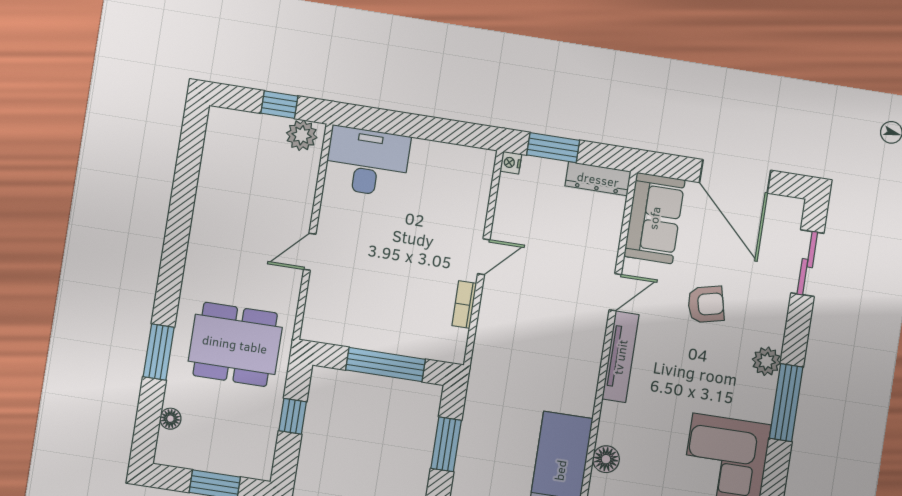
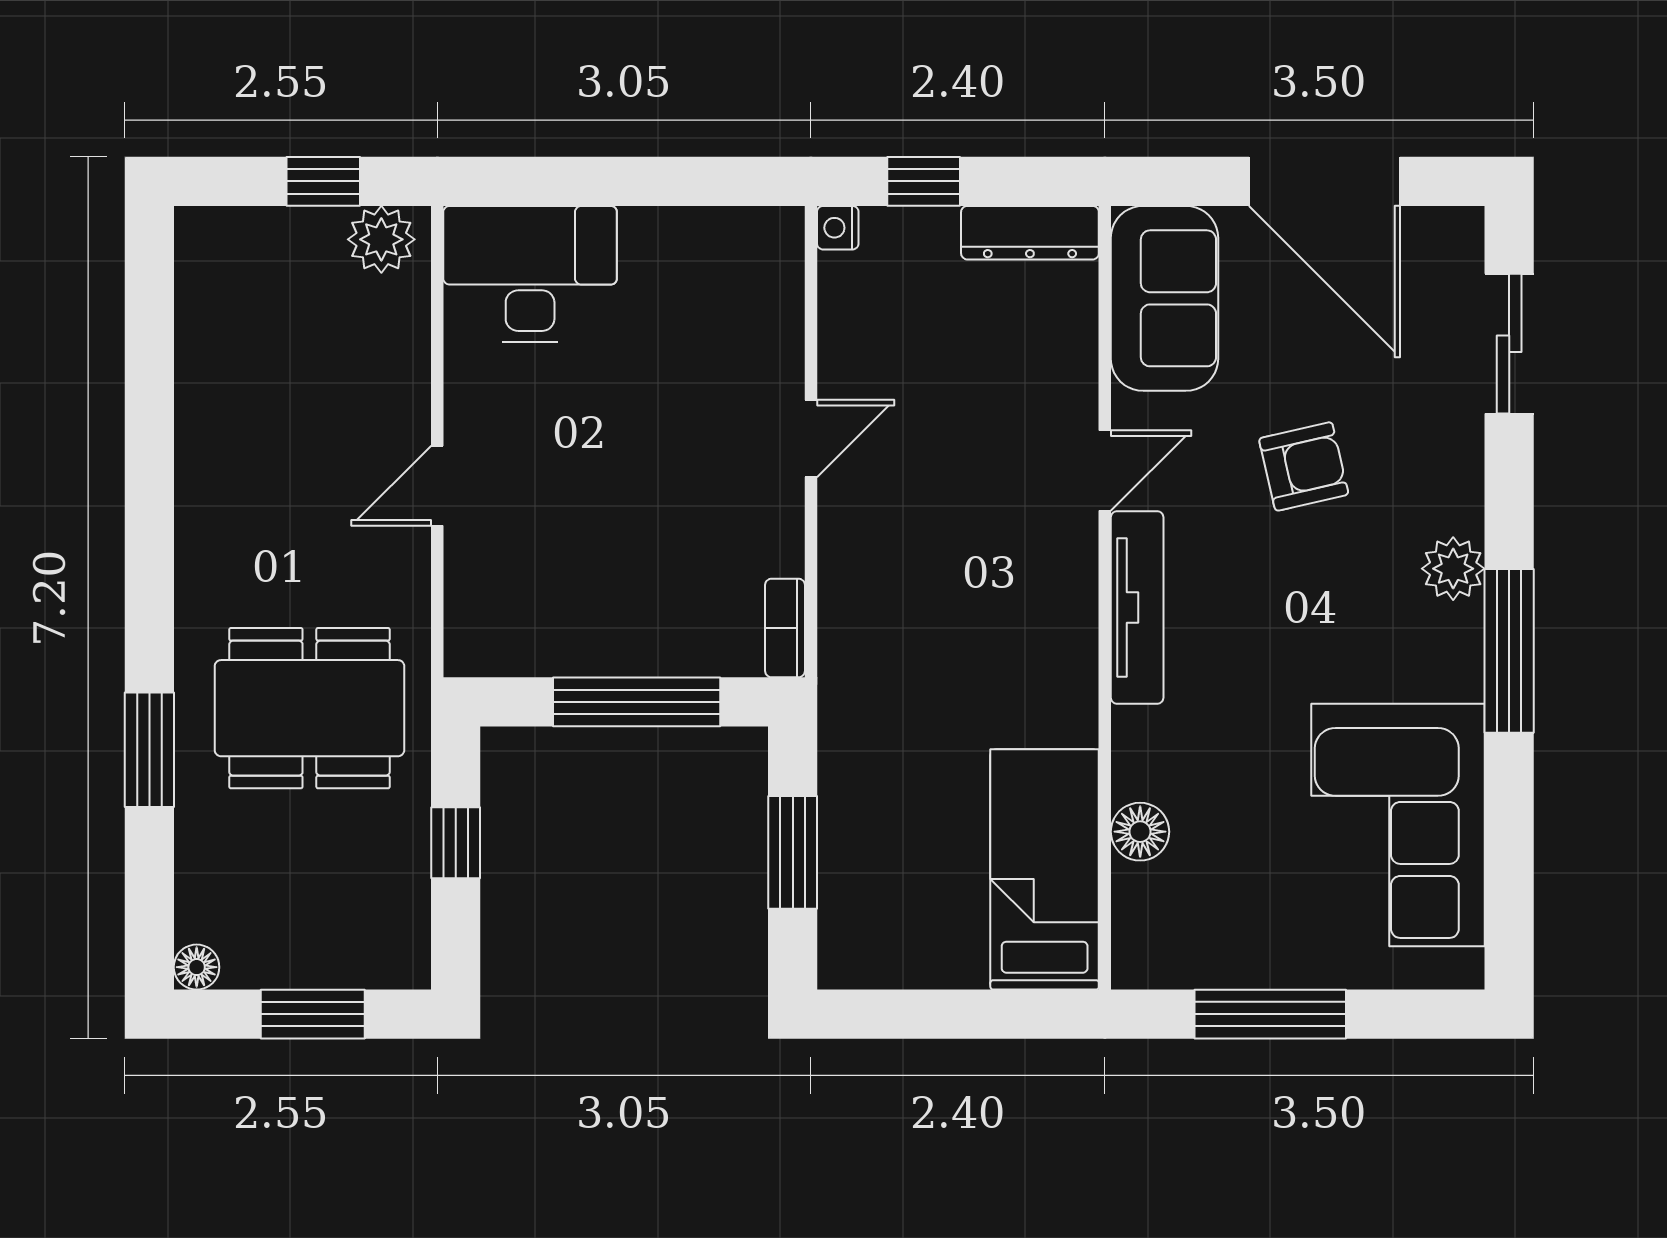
window: (553, 148) -> (924, 181), width x0.67
bookcase: (464, 304) -> (785, 628), moved
floor lamp: (170, 419) -> (197, 967), moved

